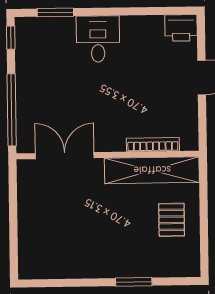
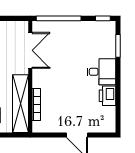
printer: (181, 28) -> (107, 96), moved

